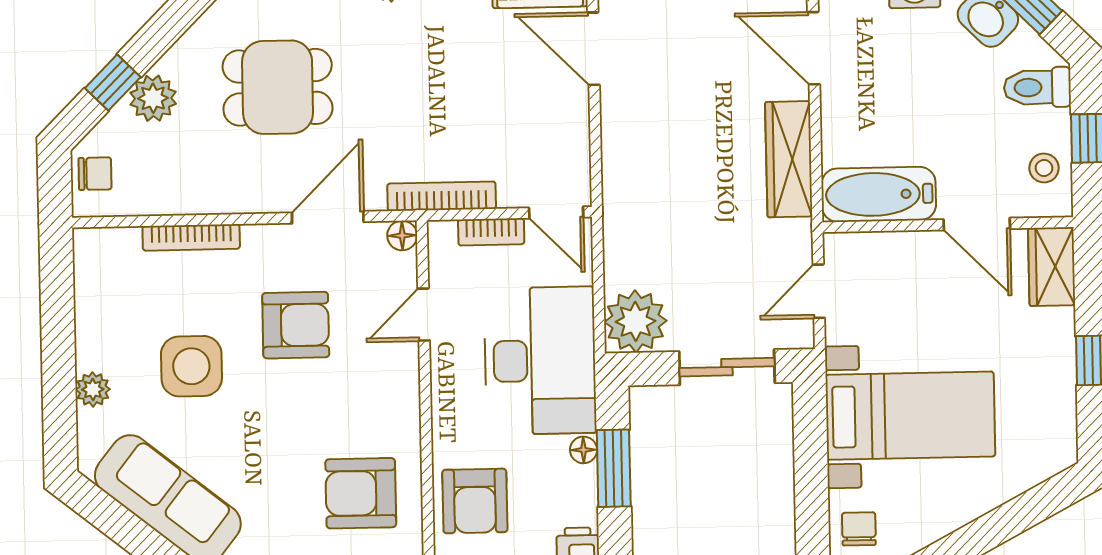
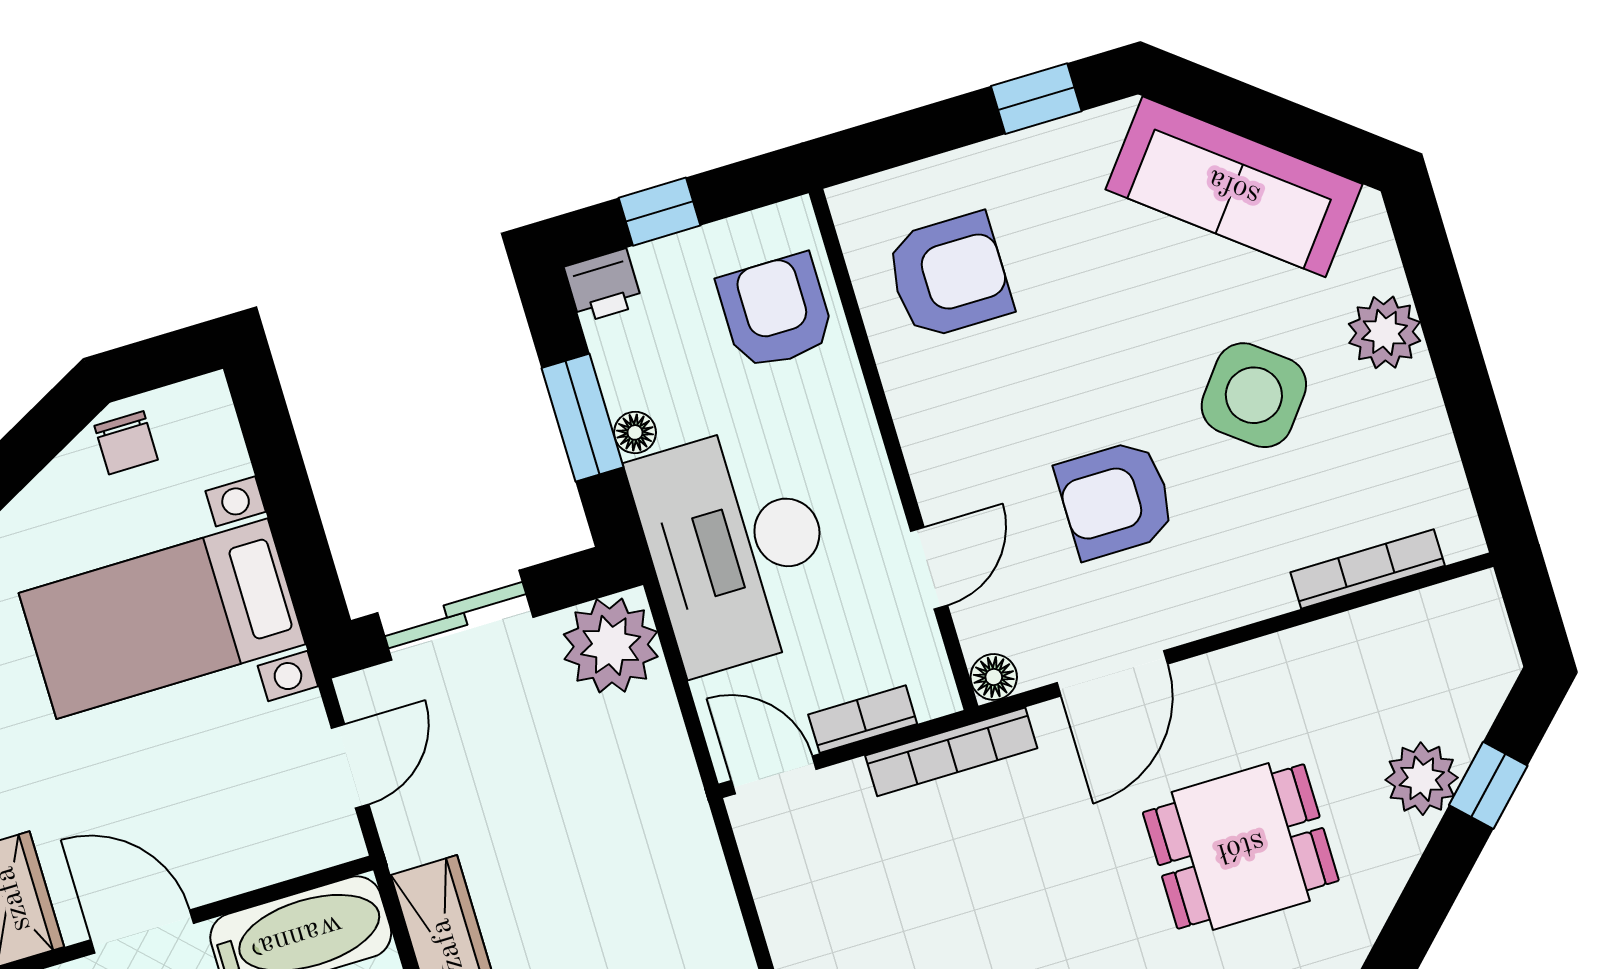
chair: (95, 174) -> (1477, 642), removed
bookcase: (191, 237) -> (1368, 569), moved
side table: (191, 366) -> (1254, 395), turned 38
plant: (93, 389) -> (1385, 332), width x1.38, depth x1.38
chair: (859, 529) -> (126, 443), moved

